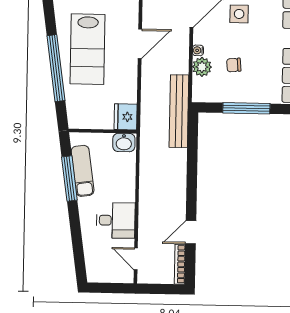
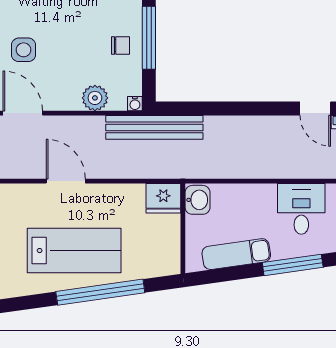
water cooler: (198, 50) -> (135, 104), moved
chair: (234, 65) -> (120, 45), moved, turned -85
window: (69, 179) -> (293, 265), moved

